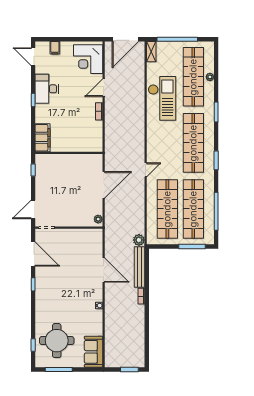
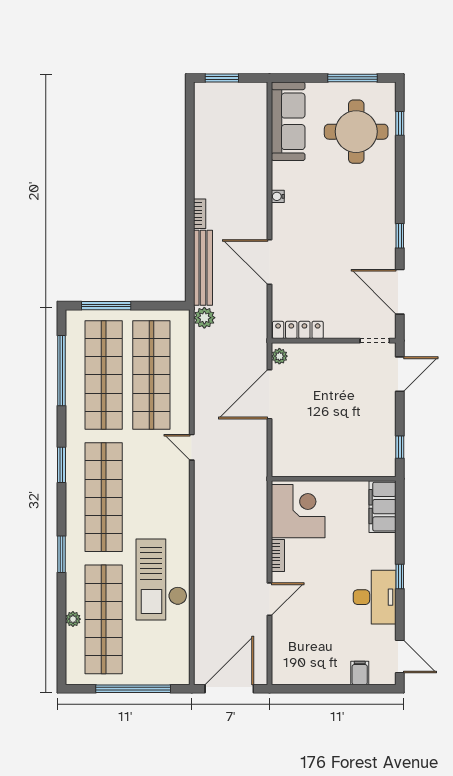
shelving: (151, 52) -> (181, 666), removed
corner desk: (88, 59) -> (298, 511), moved
door: (146, 170) -> (192, 447), hinge flipped
door: (104, 185) -> (270, 394), moved
locker: (88, 233) -> (298, 330), added
sofa: (93, 352) -> (288, 121), width x1.36

